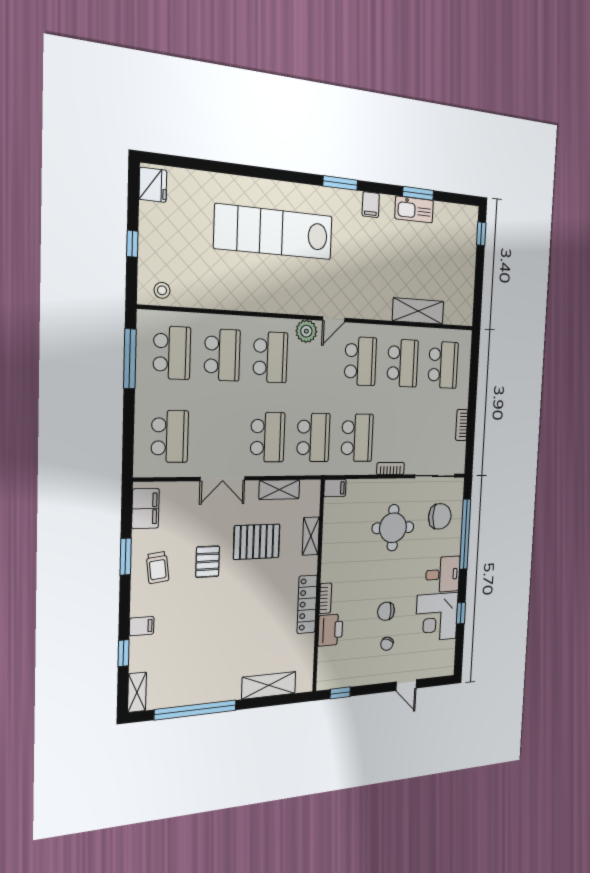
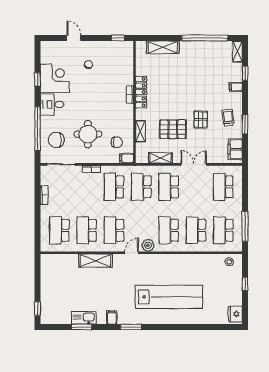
shelving: (418, 311) -> (95, 261), moved
chair: (386, 611) -> (117, 142), moved
printer: (330, 630) -> (126, 76), removed

